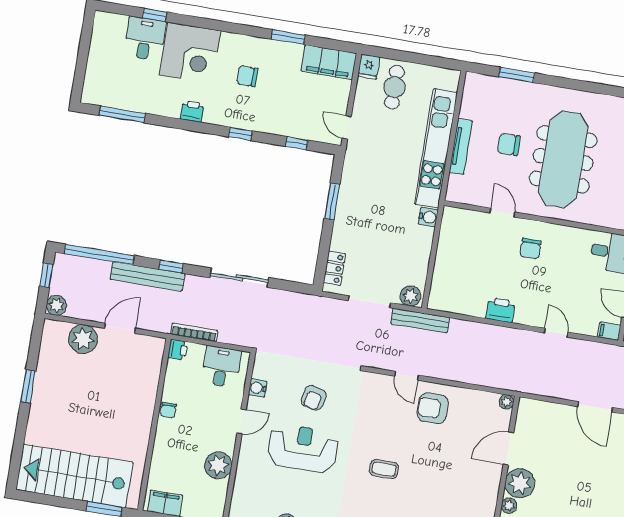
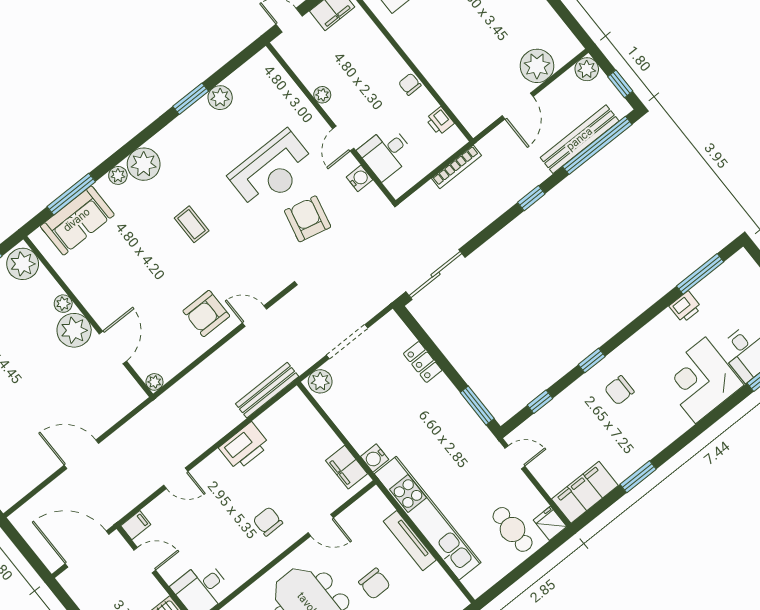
chair: (247, 76) -> (619, 390), moved, turned 180
printer: (192, 111) -> (686, 307), moved
chair: (509, 144) -> (374, 584), turned 90
window: (332, 201) -> (477, 406), moved
filing cabinet: (450, 230) -> (347, 467), added
locker: (334, 268) -> (423, 362), moved
bench: (147, 276) -> (580, 139), moved
sliding door: (239, 278) -> (436, 274), moved
printer: (500, 310) -> (244, 446), width x1.37, depth x1.19
bench: (420, 321) -> (267, 390), moved
printer: (178, 350) -> (440, 121), moved
desk: (221, 367) -> (386, 153), moved, turned 90
armchair: (314, 398) -> (308, 219), width x1.38, depth x1.38
armchair: (433, 408) -> (206, 314), turned 180
plant: (218, 465) -> (322, 95), width x0.53, depth x0.53
coffee table: (384, 469) -> (192, 224), turned 90

